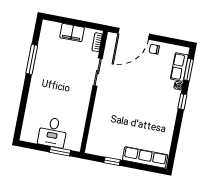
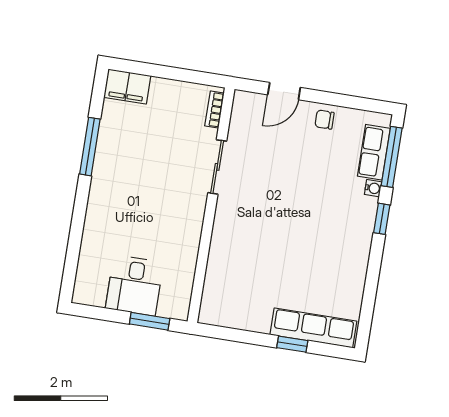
filing cabinet: (72, 33) -> (127, 86), moved
door: (134, 34) -> (284, 91), width x0.53
window: (189, 70) -> (392, 157), width x1.44
window: (112, 161) -> (292, 344), moved

